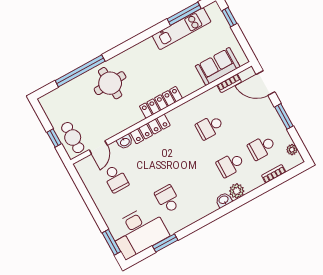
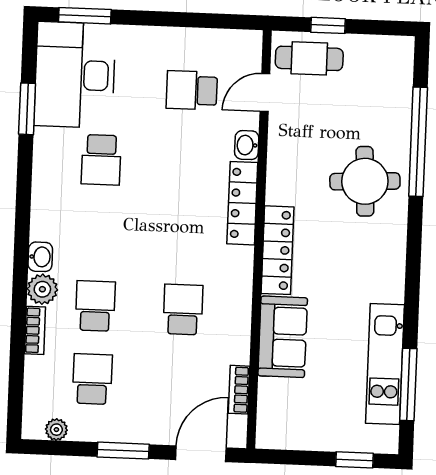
sofa: (218, 66) -> (283, 337), moved
door: (98, 147) -> (265, 93), hinge flipped
bookcase: (274, 174) -> (35, 330), moved
school desk: (168, 199) -> (101, 160), turned 90

